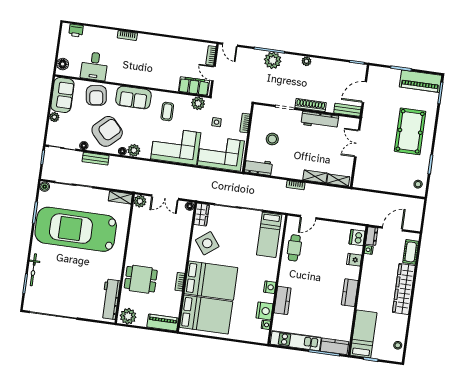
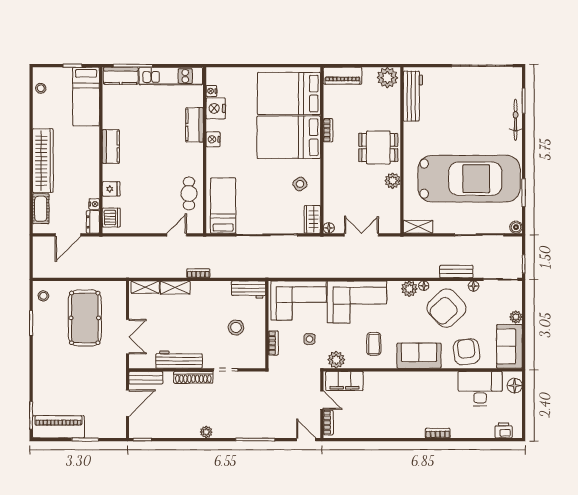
plant: (273, 60) -> (249, 427), removed
desk: (94, 66) -> (480, 389), width x1.37
pool table: (410, 131) -> (85, 318), moved
plant: (140, 201) -> (393, 181), moved
side table: (207, 243) -> (300, 184), width x0.54, depth x0.54
dining table: (141, 279) -> (378, 147), moved

